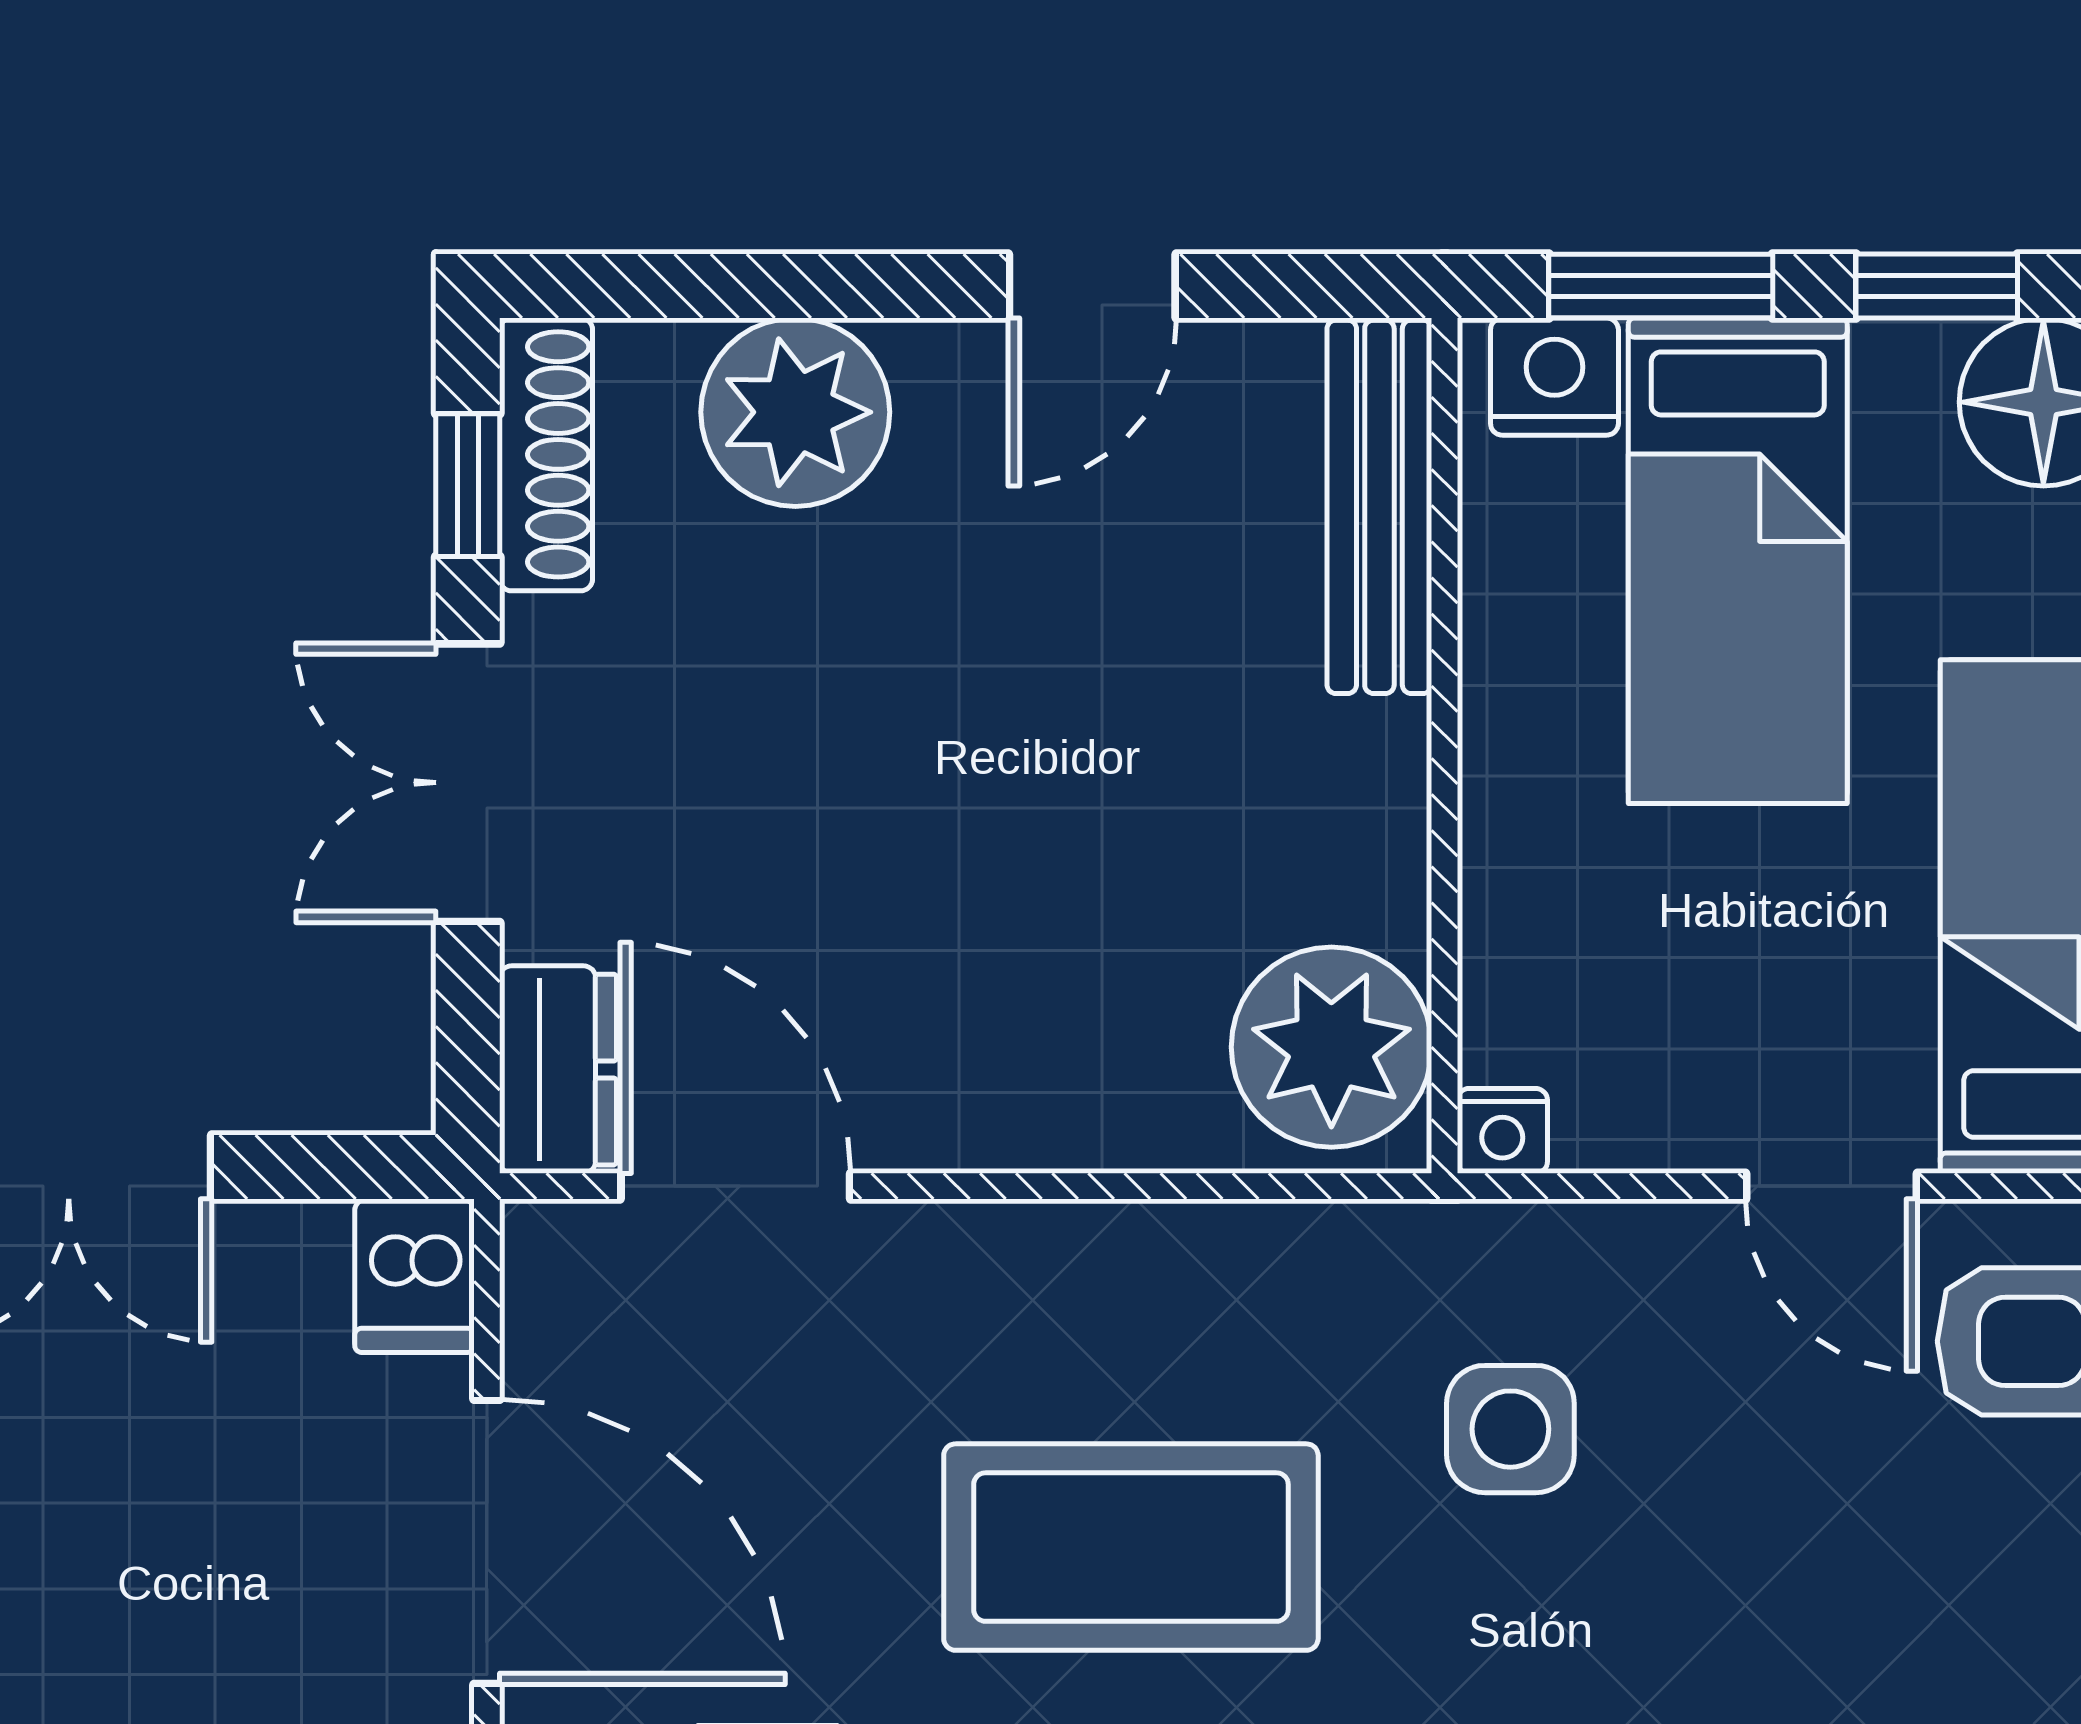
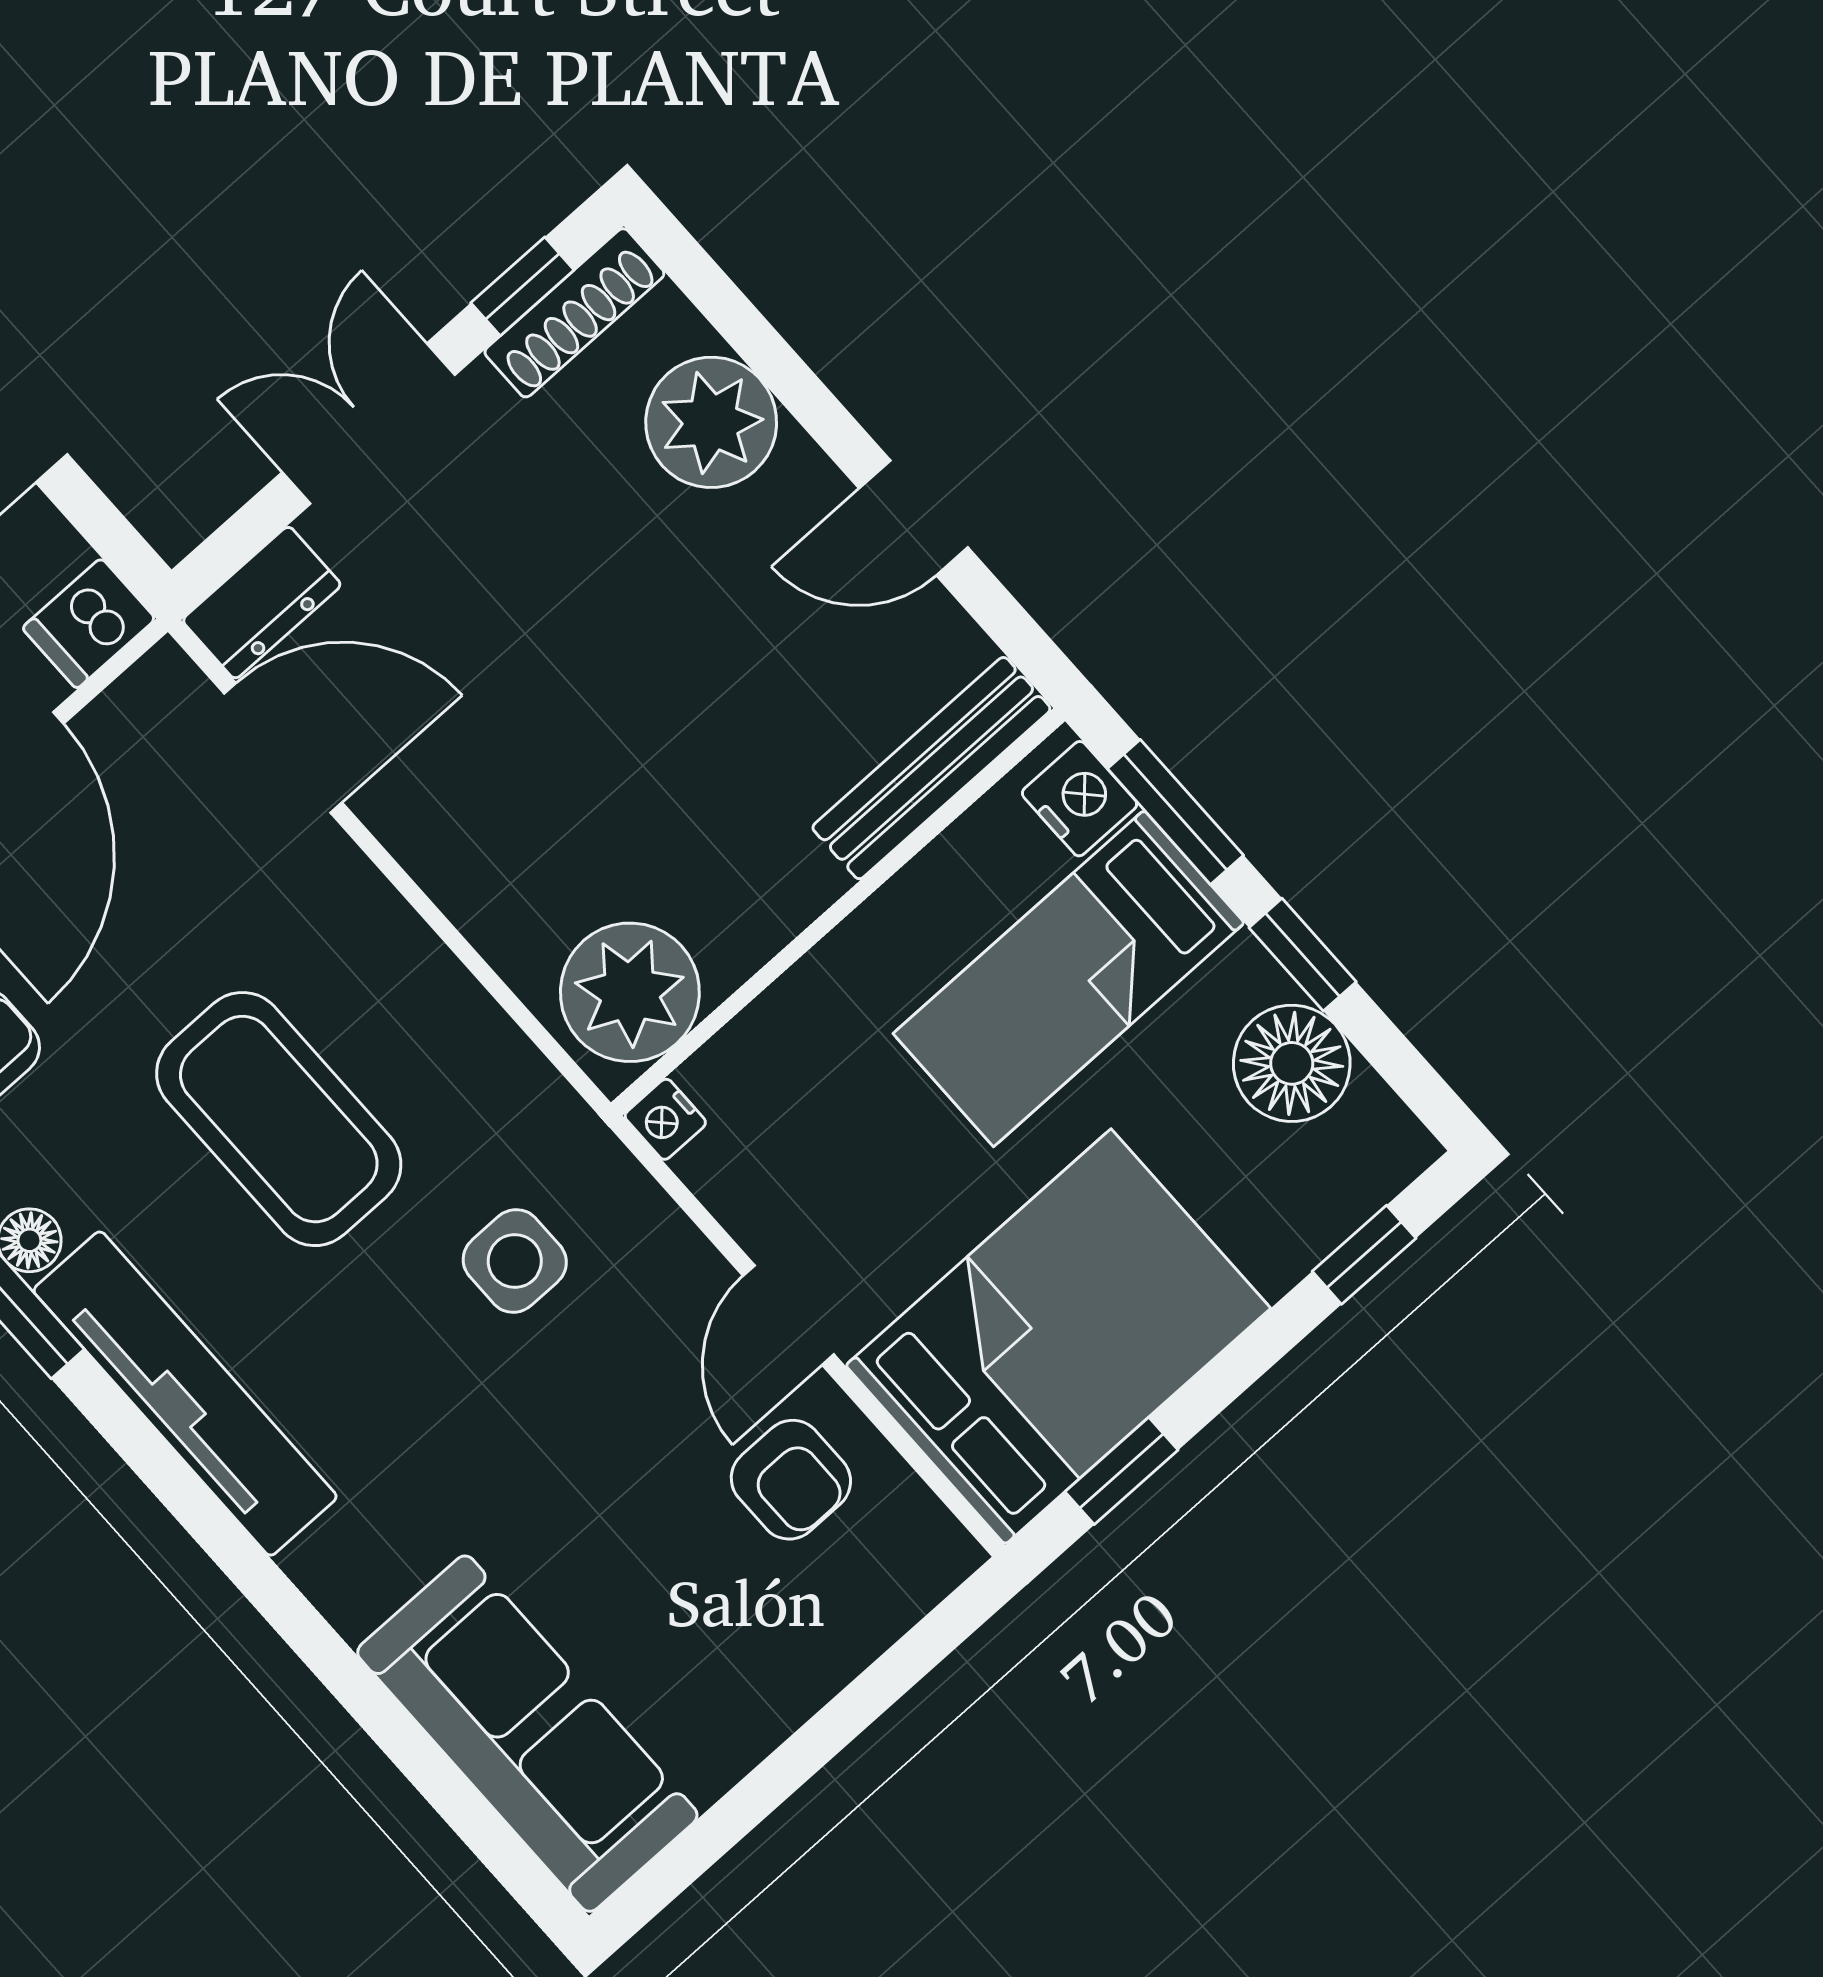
door: (735, 1186) -> (283, 748), hinge flipped

